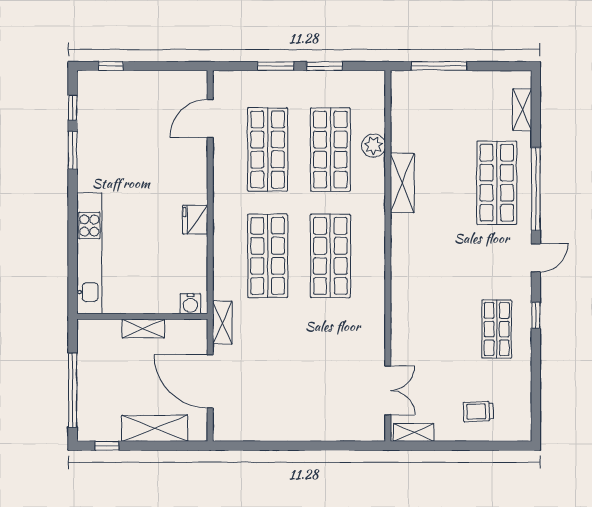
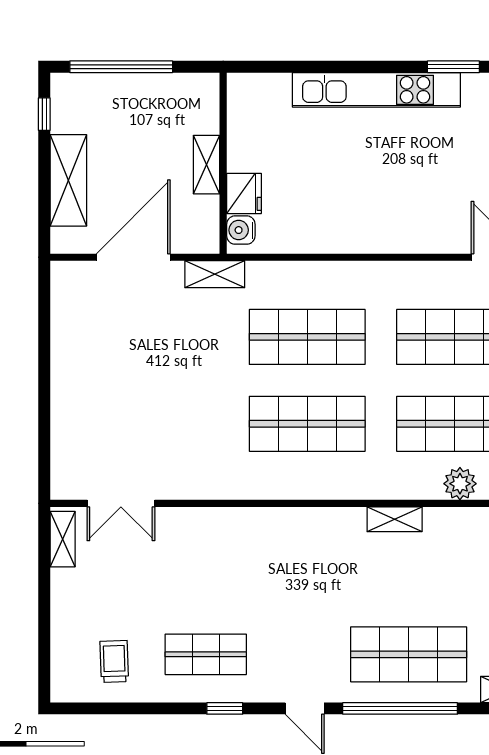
shelving: (402, 183) -> (395, 519), width x0.67, depth x0.75
fridge: (195, 220) -> (244, 193), moved, turned 90
kitchen unit: (89, 253) -> (376, 90), moved
trolley: (478, 411) -> (114, 661), moved

